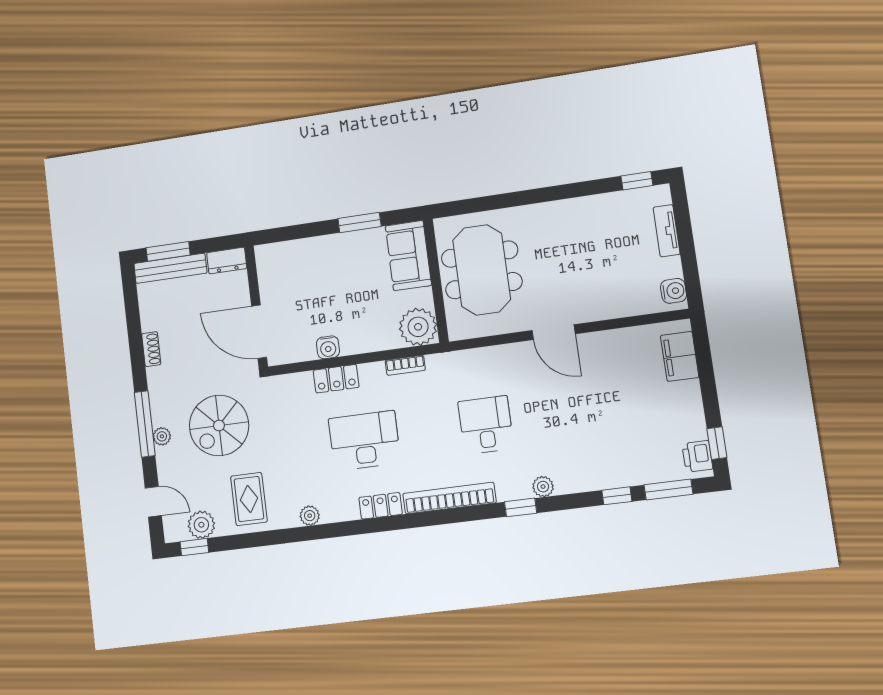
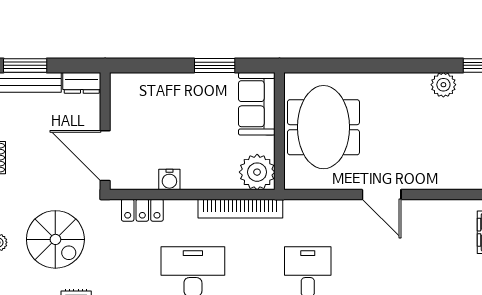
plant: (604, 206) -> (443, 85), added
bookcase: (405, 365) -> (240, 209), width x2.31, depth x1.31
locker: (336, 379) -> (142, 210), moved
spiral stairs: (219, 426) -> (55, 239), turned -90

